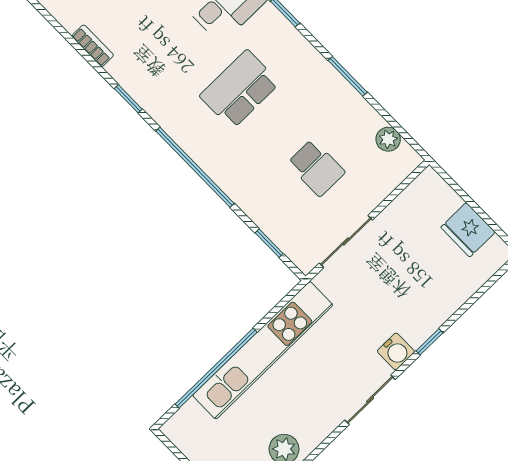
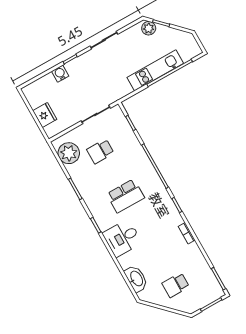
plant: (388, 139) -> (69, 153), width x1.87, depth x1.87
school desk: (316, 168) -> (100, 151), turned -90
fridge: (468, 230) -> (45, 115), moved
kitchen unit: (263, 350) -> (155, 70), width x0.73
water cooler: (396, 351) -> (60, 74), moved

